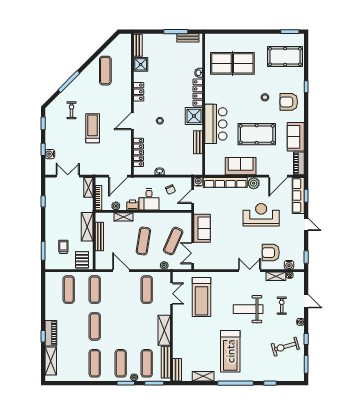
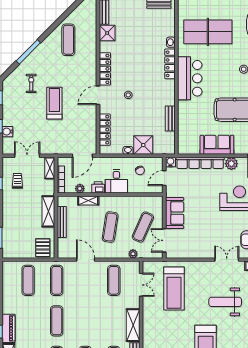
locker: (139, 92) -> (105, 69), width x1.53
shower: (194, 116) -> (143, 145), moved
bar counter: (216, 124) -> (190, 78), moved
trolley: (63, 247) -> (17, 181), moved

